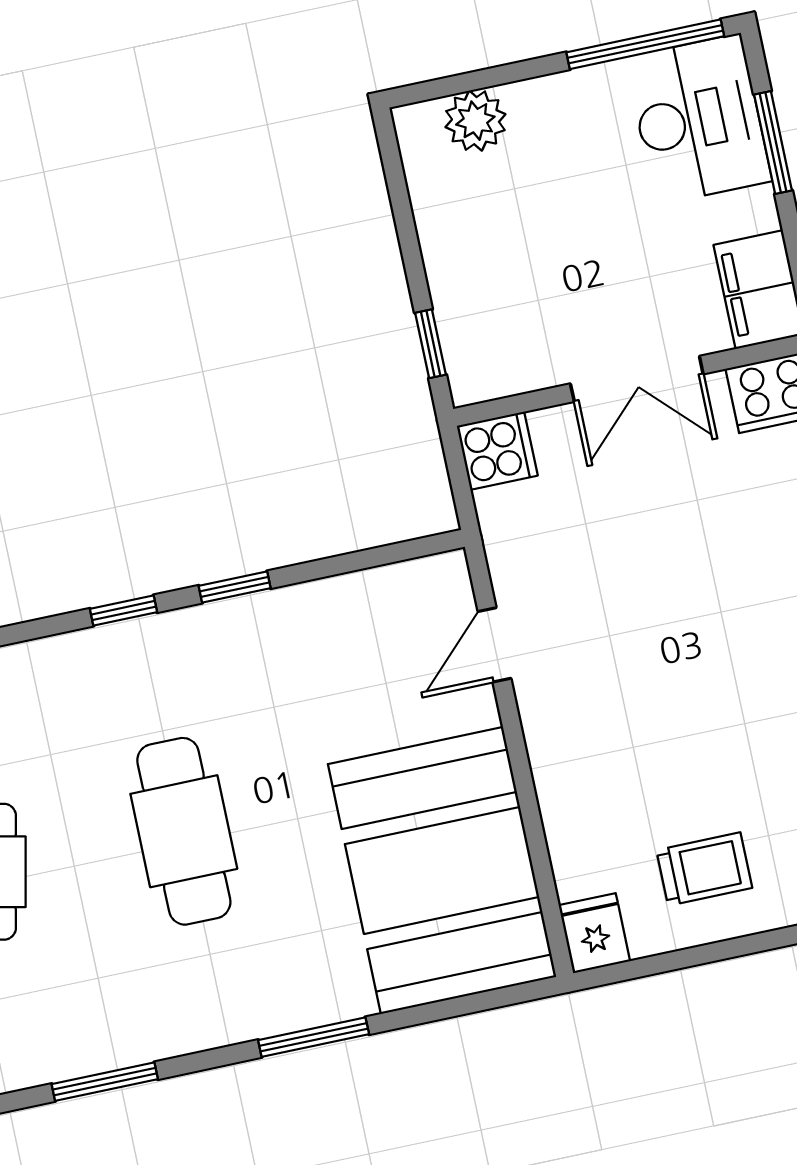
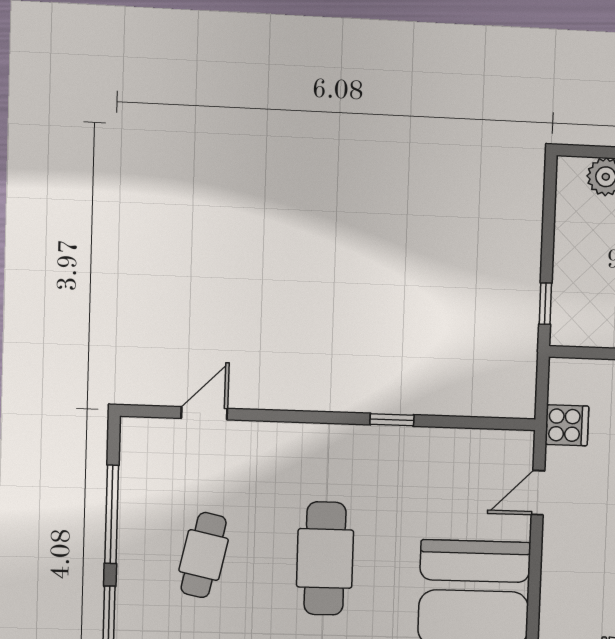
cooker: (497, 451) -> (567, 425), moved
window: (123, 611) -> (321, 417), removed

